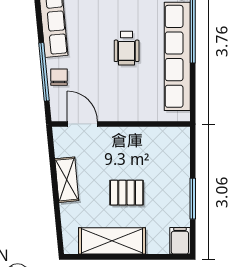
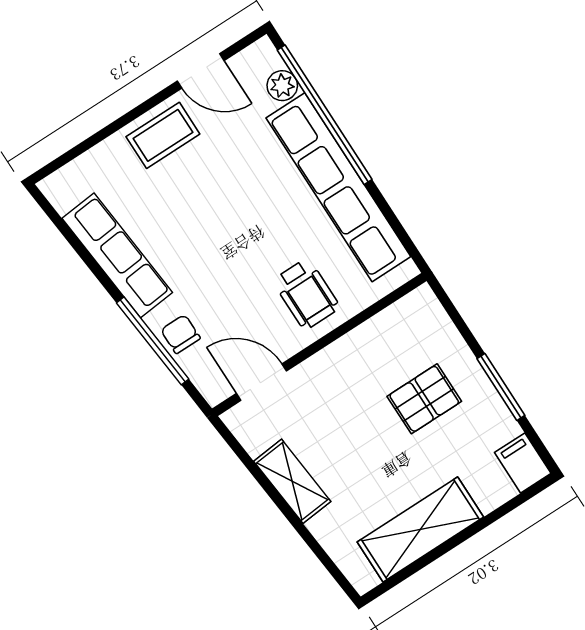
wheelchair: (127, 48) -> (306, 294), moved
pallet: (127, 193) -> (424, 399), moved

